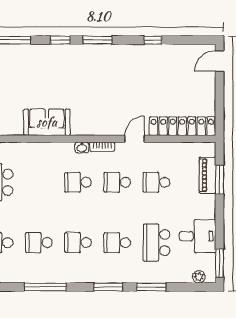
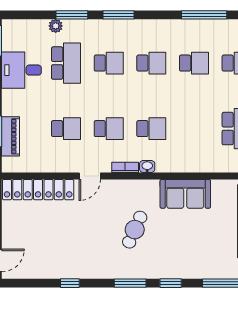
cafe table: (93, 89) -> (135, 230), added
plant: (199, 277) -> (56, 26), moved
window: (45, 287) -> (204, 15), moved

